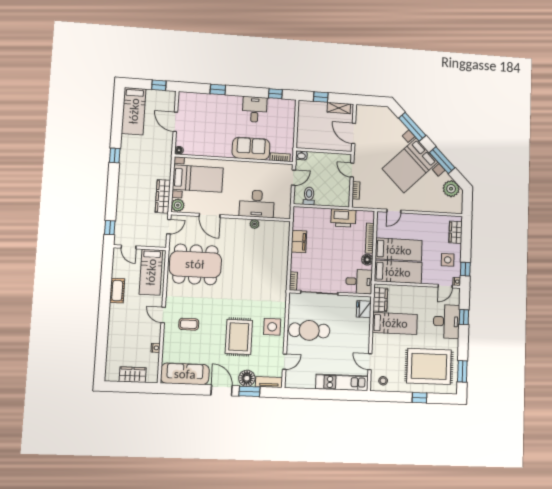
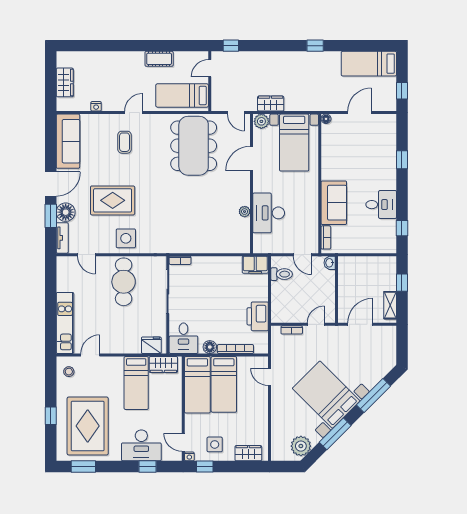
wardrobe: (163, 196) -> (271, 104), width x0.67
filing cabinet: (299, 242) -> (255, 265), moved

